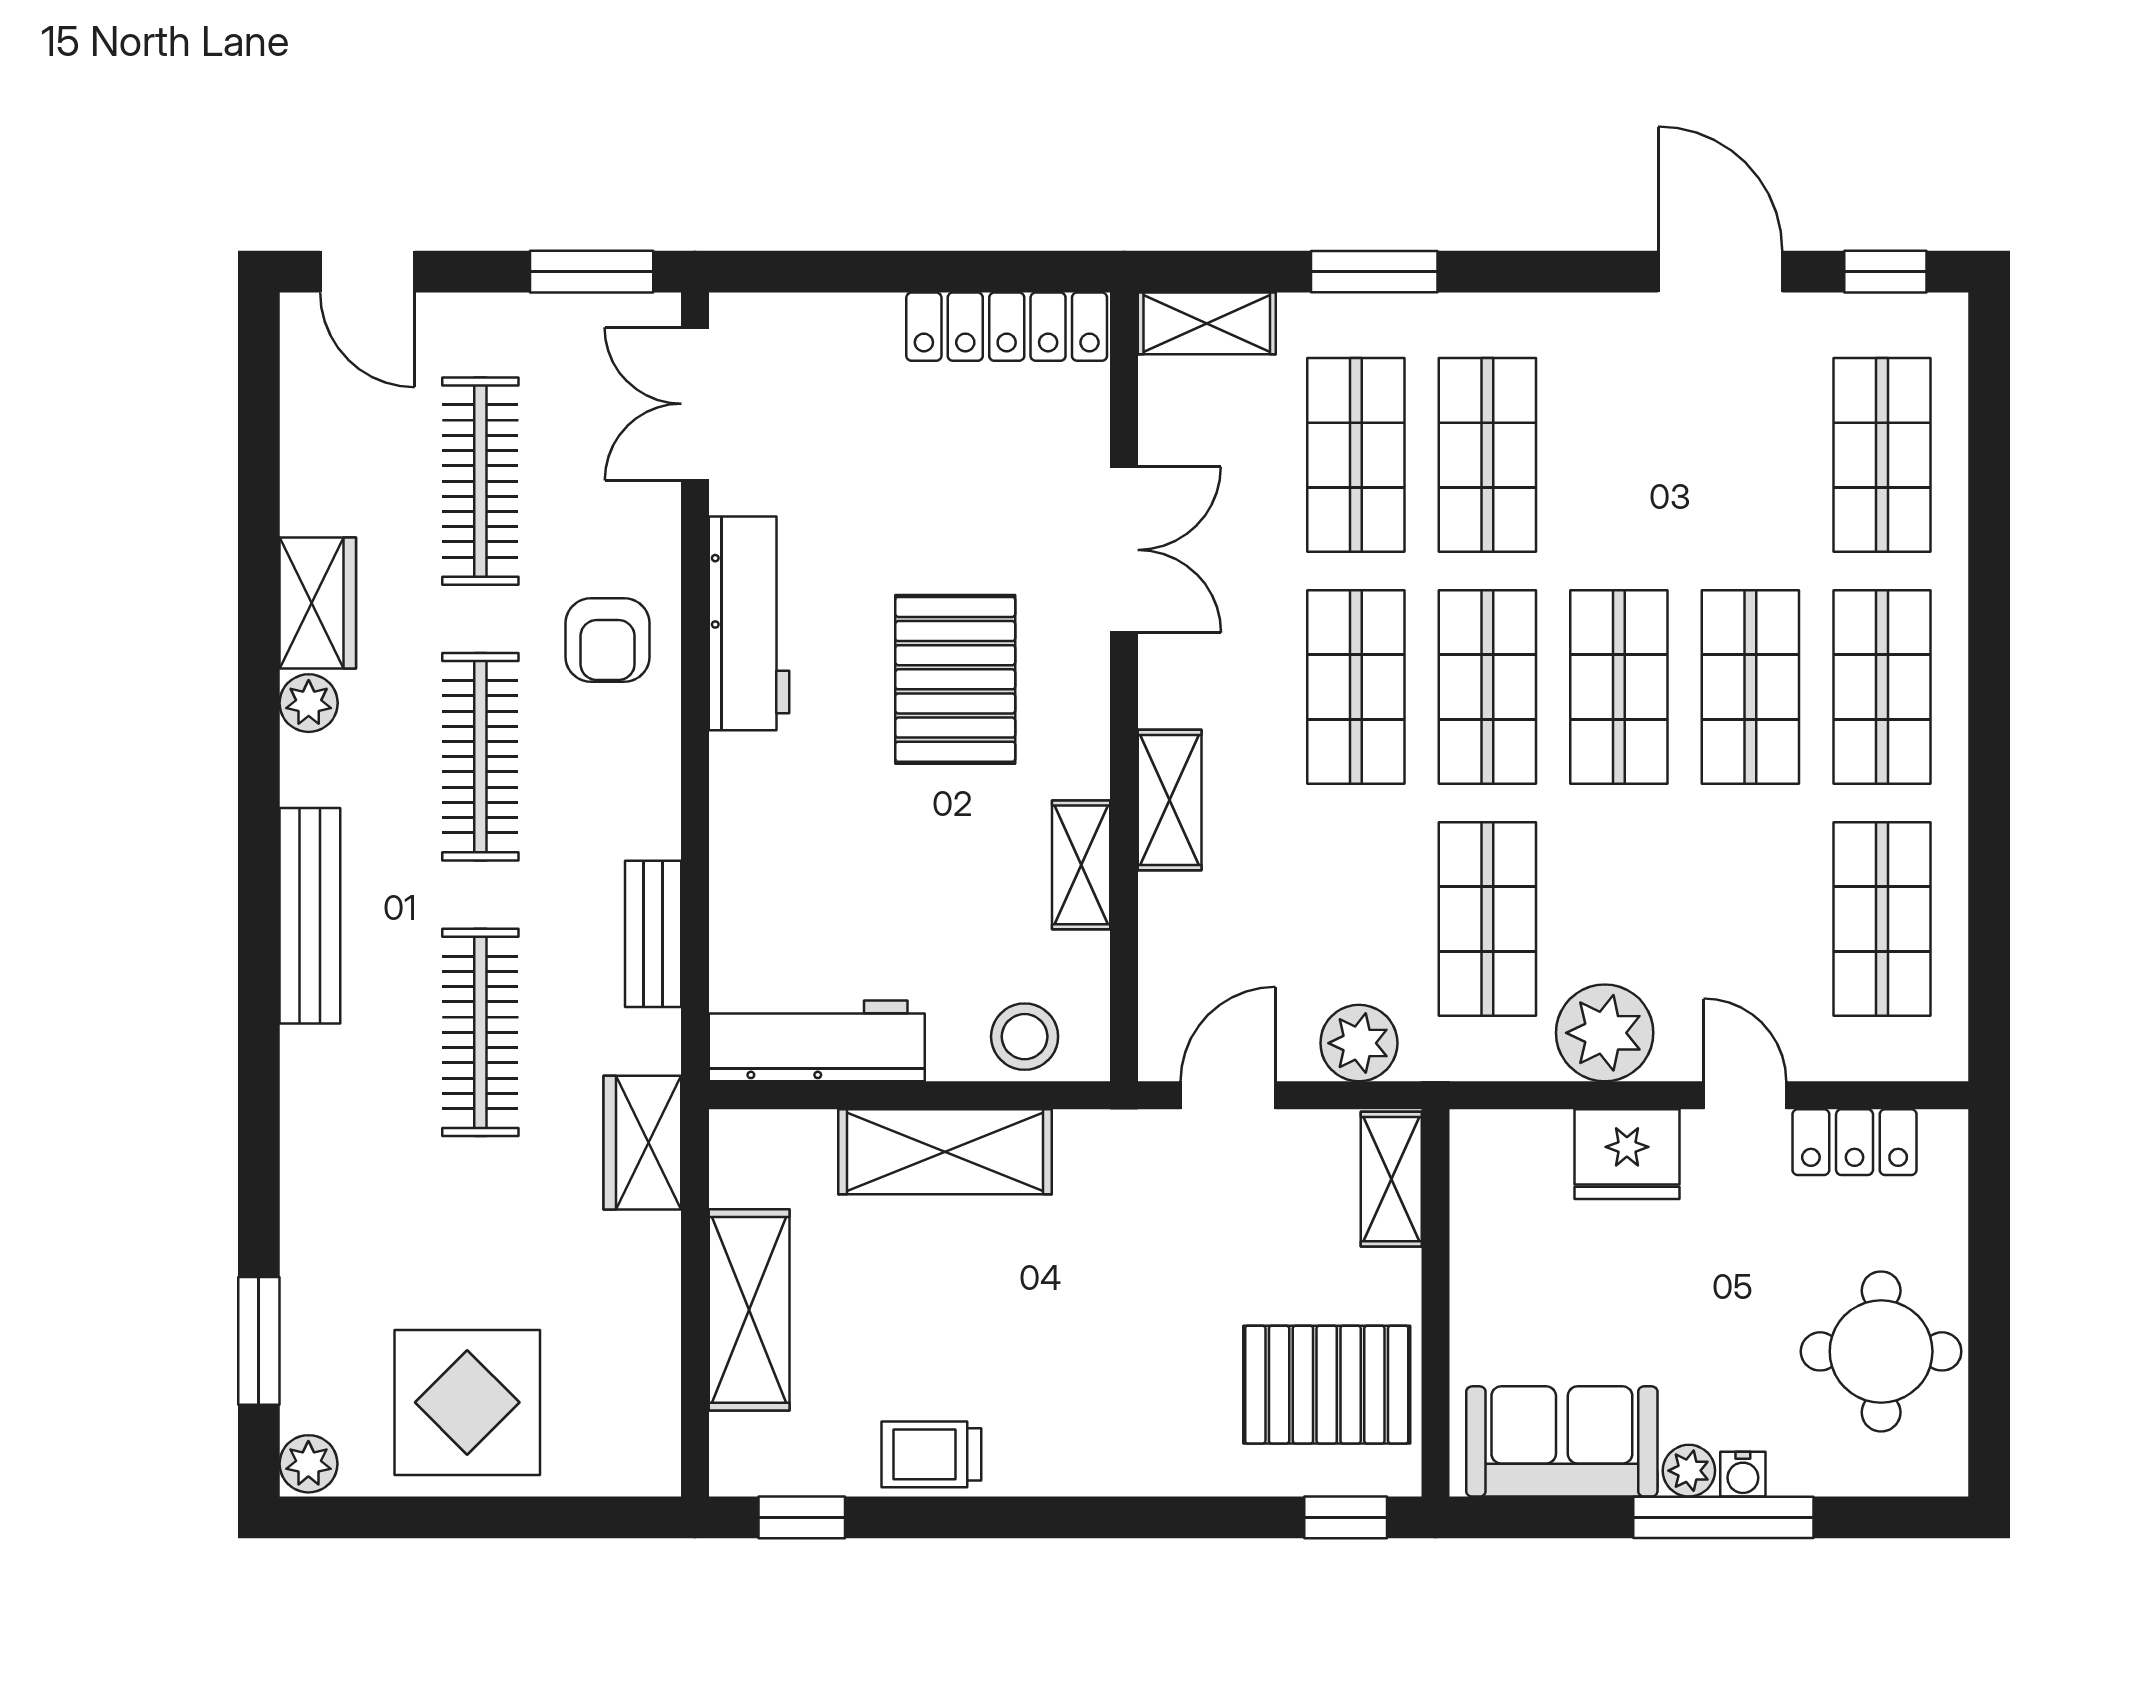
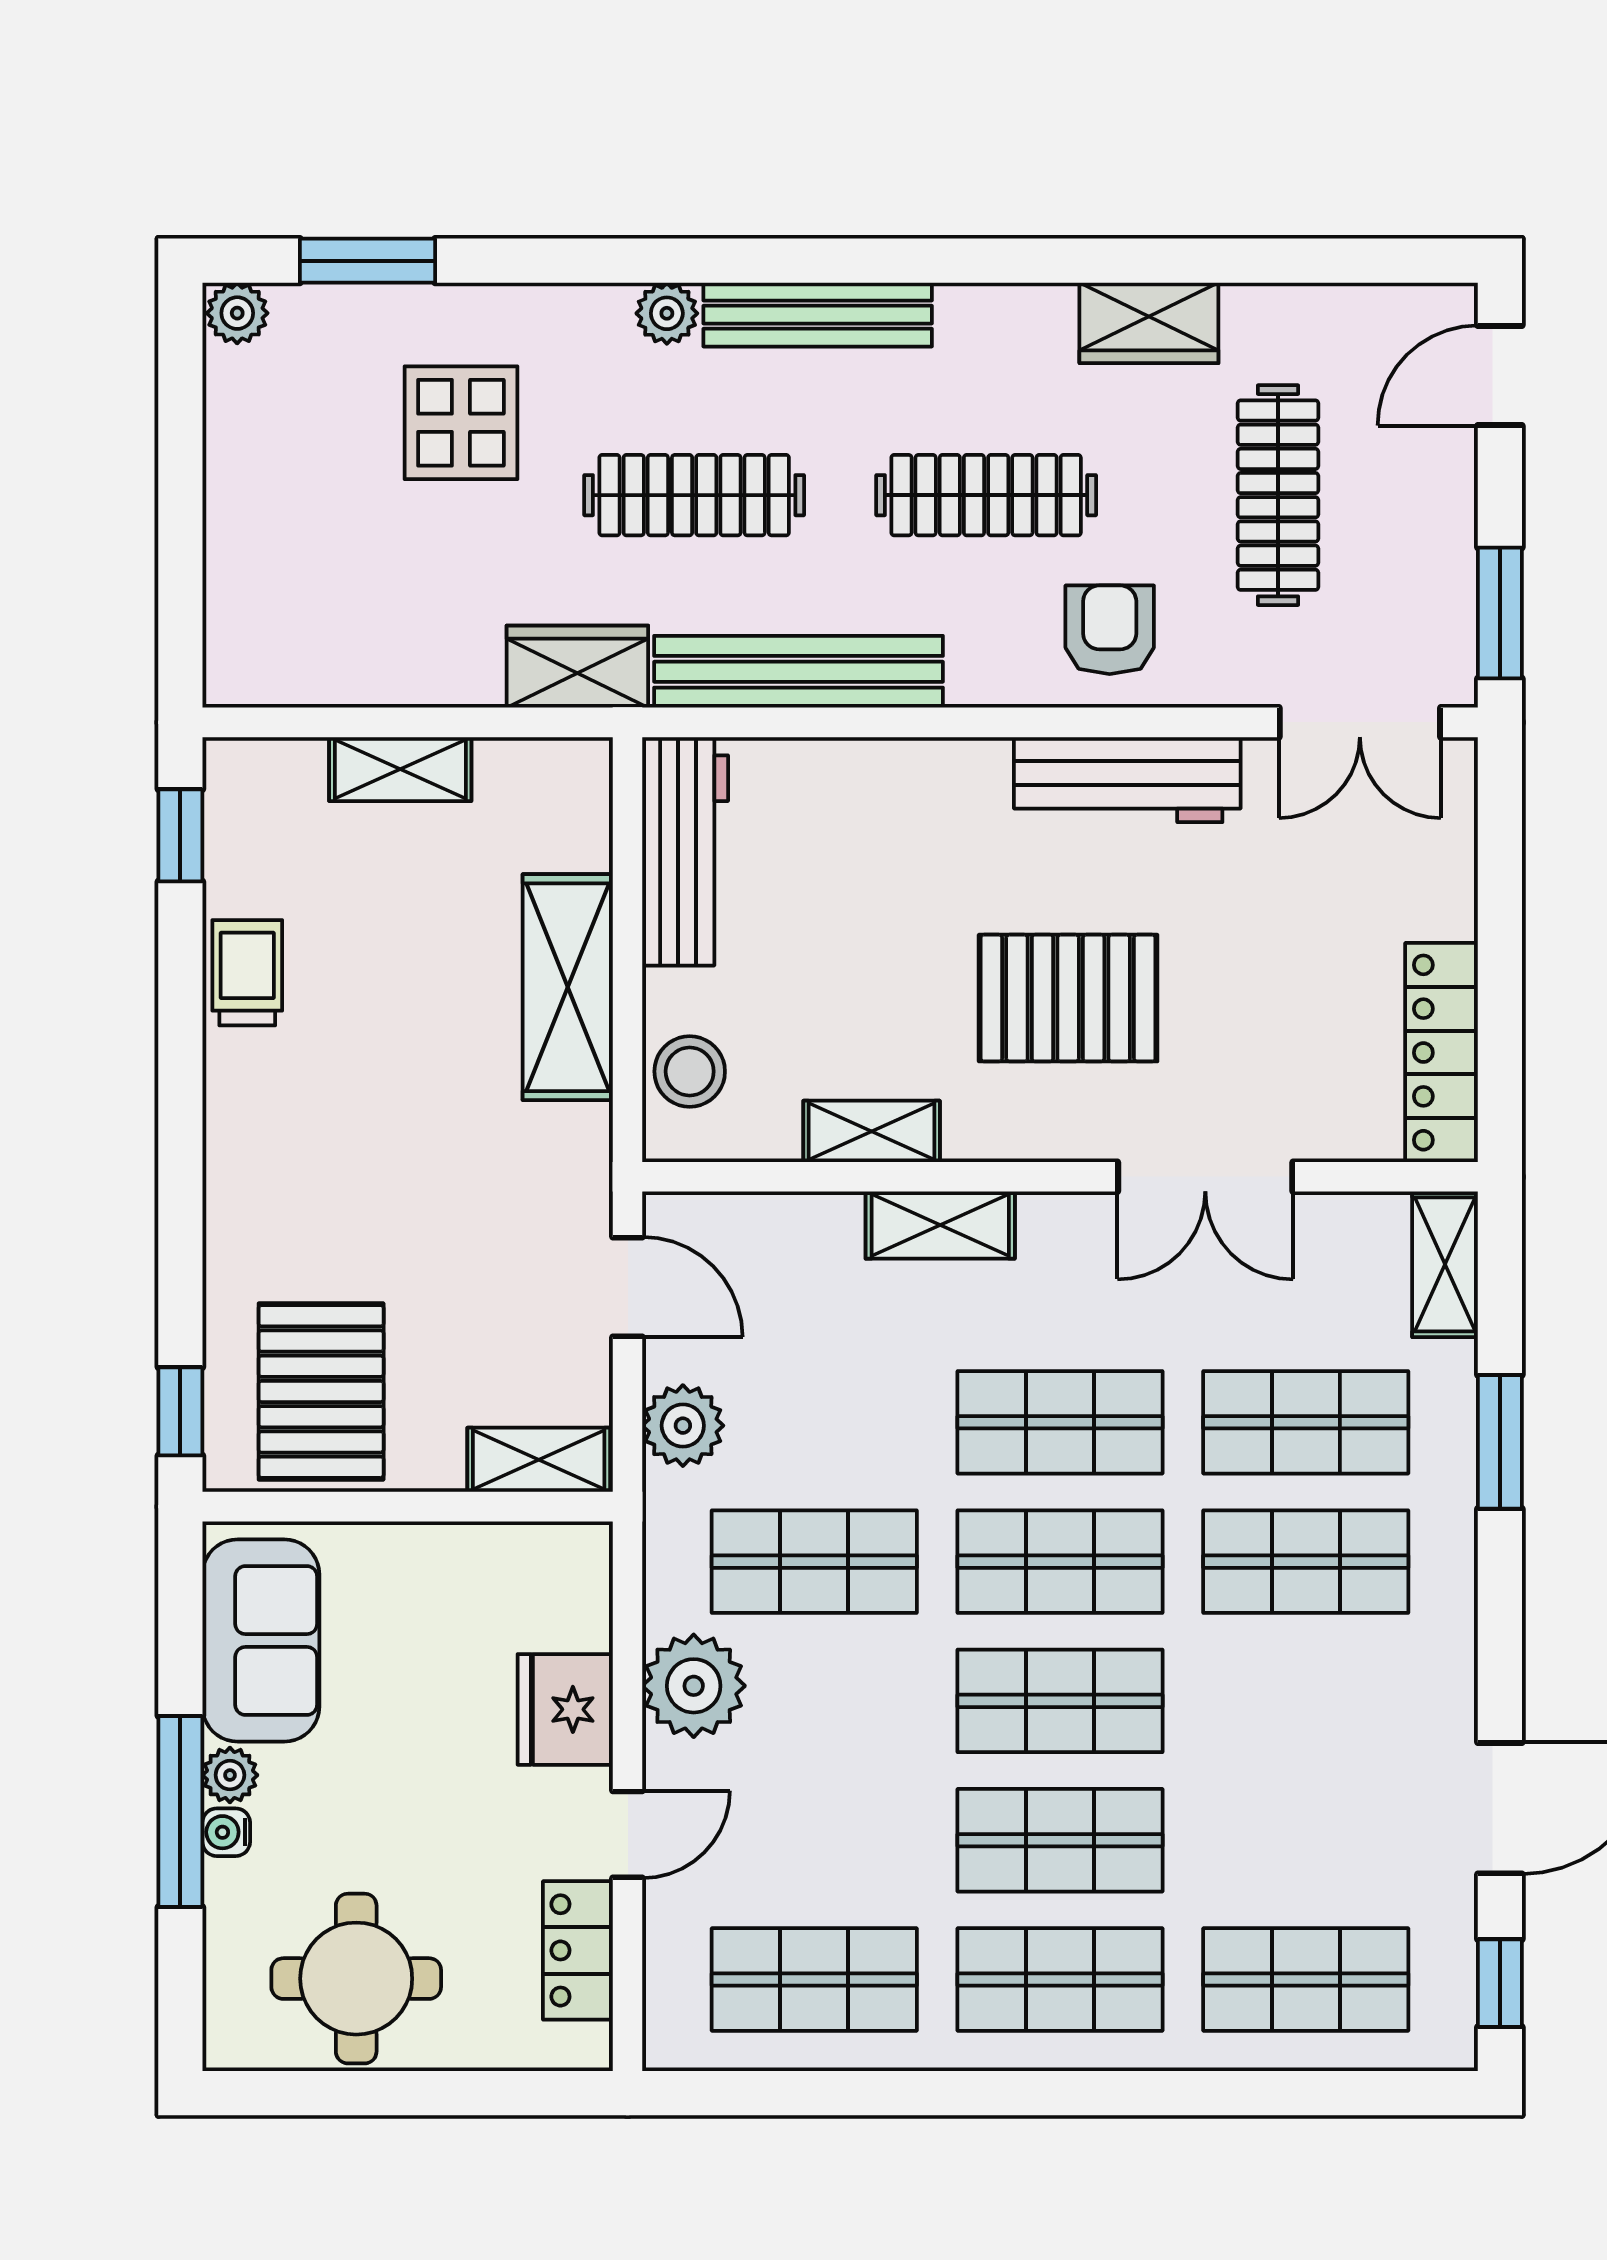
double door: (695, 404) -> (1360, 722), swing flipped
clothes rail: (480, 481) -> (1278, 495), turned 90
armchair: (608, 640) -> (1110, 630), turned 90
plant: (309, 703) -> (667, 313), moved
bench: (653, 934) -> (799, 672), width x1.86, depth x1.21
shelving: (749, 1310) -> (400, 769), width x0.67, depth x0.75
display table: (467, 1402) -> (461, 423), moved, width x0.73, depth x0.73

